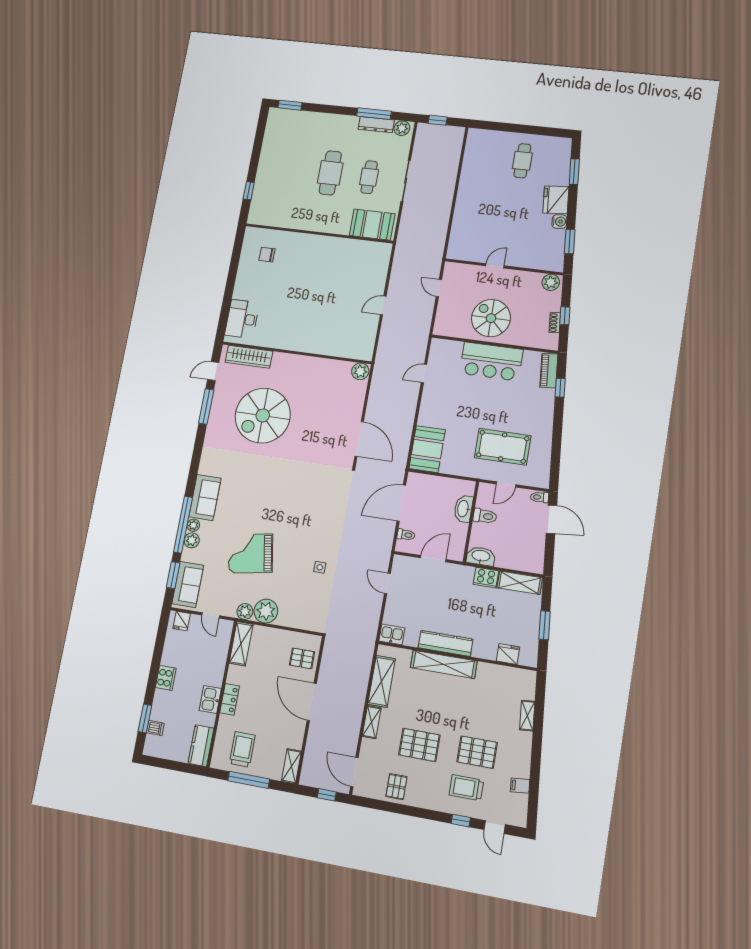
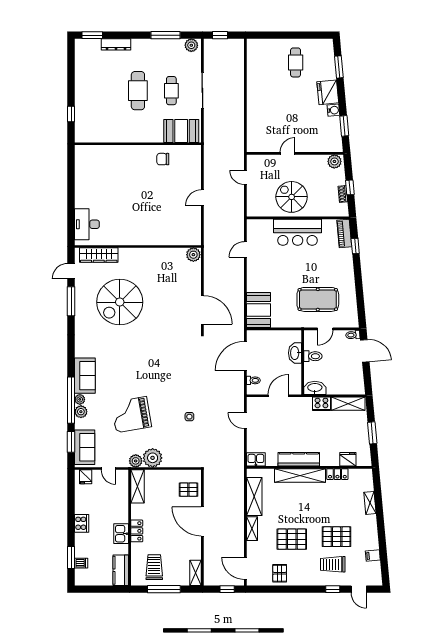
dresser: (376, 125) -> (116, 44), moved
chair: (267, 255) -> (163, 159), moved
locker: (491, 671) -> (337, 474), added

